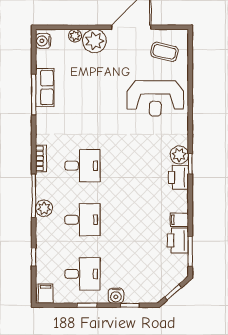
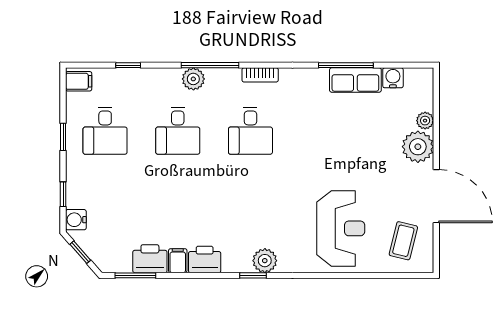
water cooler: (43, 41) -> (393, 78), moved
reception desk: (155, 98) -> (341, 228), turned 180
printer: (178, 177) -> (205, 259), moved
water cooler: (116, 296) -> (76, 220), moved

